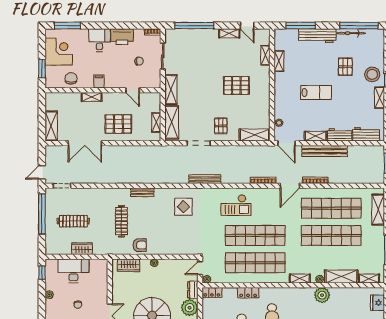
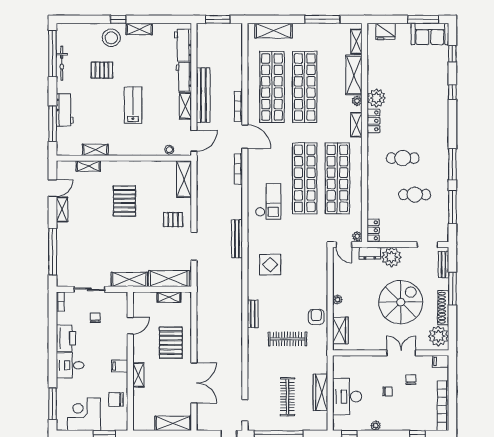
workbench: (317, 36) -> (65, 110), width x0.73
wardrobe: (82, 249) -> (320, 392), width x1.50
locker: (248, 293) -> (373, 121), moved

